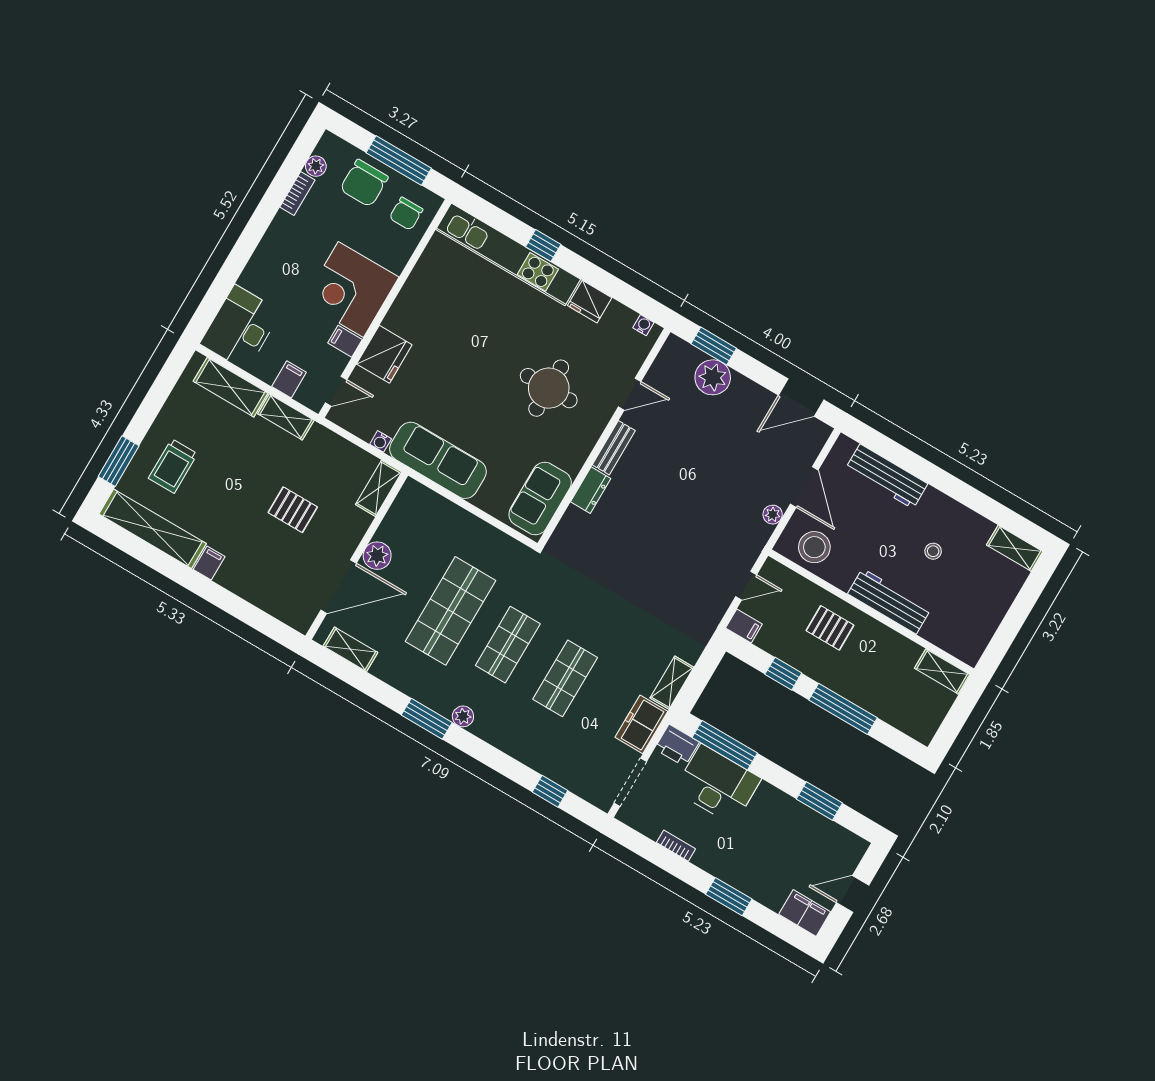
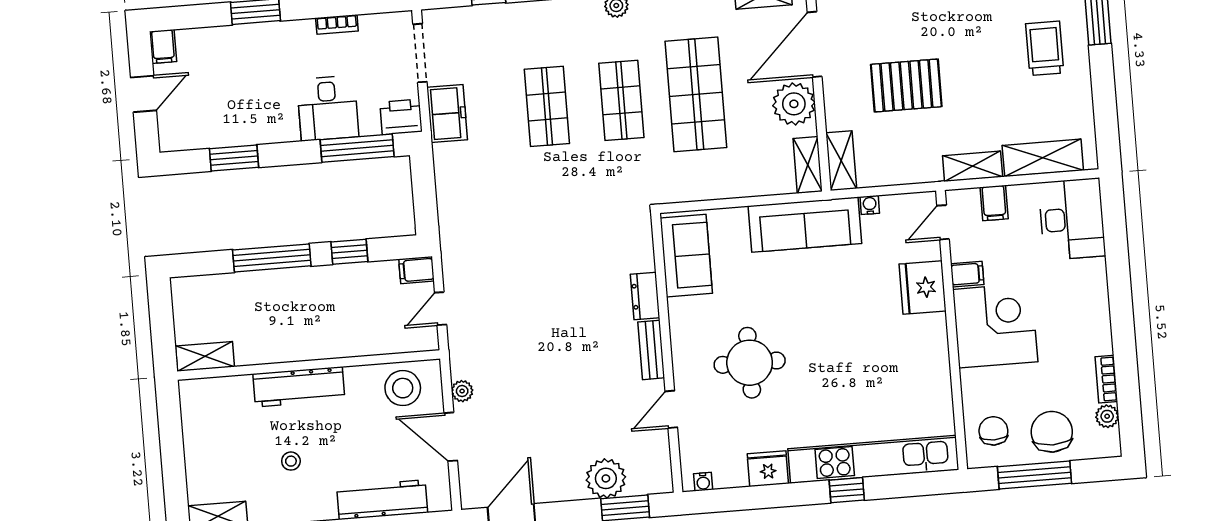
pallet: (293, 510) -> (906, 85), width x1.50, depth x1.42
plant: (377, 556) -> (794, 104), width x1.36, depth x1.36
pallet: (830, 628) -> (336, 324), removed
shelving: (672, 683) -> (808, 165), moved
desk: (717, 784) -> (328, 108), width x0.73
filing cabinet: (805, 913) -> (163, 46), width x0.50

